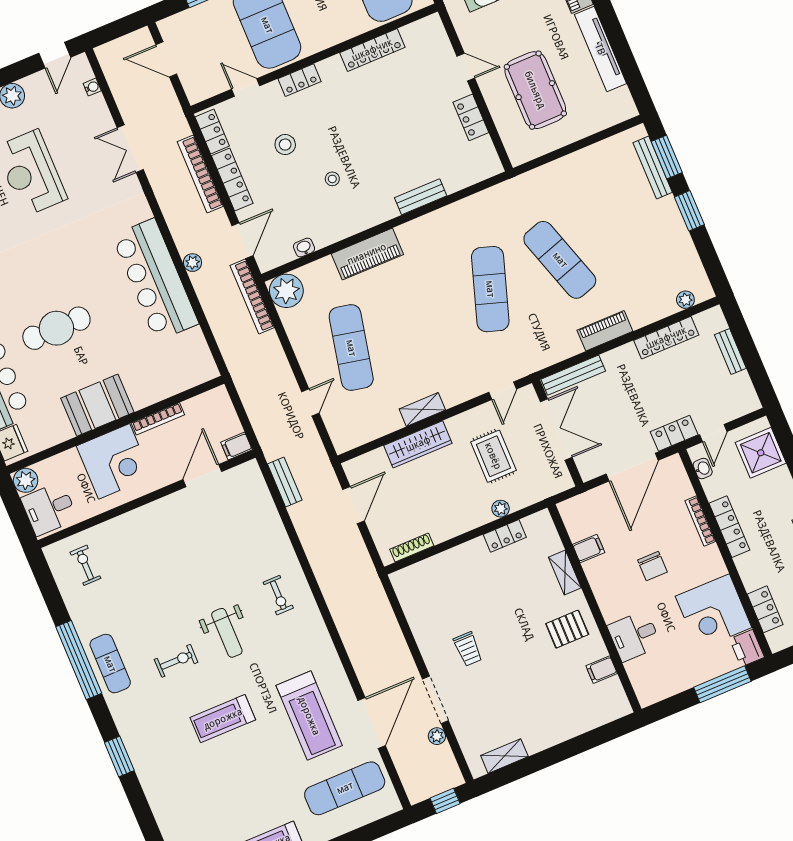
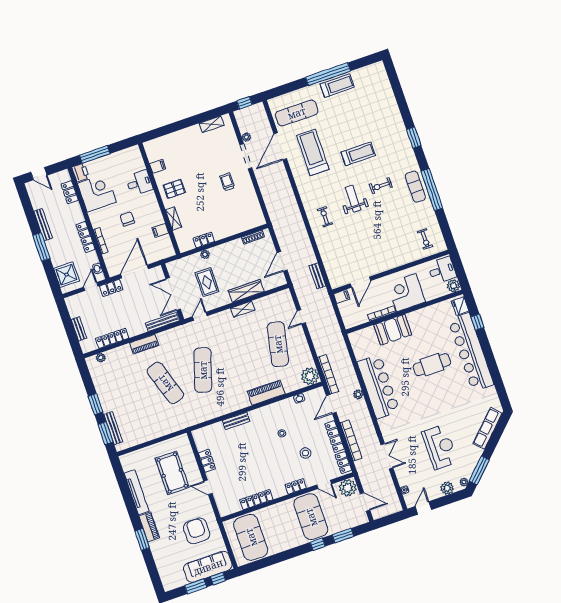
plant: (201, 84) -> (348, 488), added
booth: (97, 405) -> (393, 330), moved

